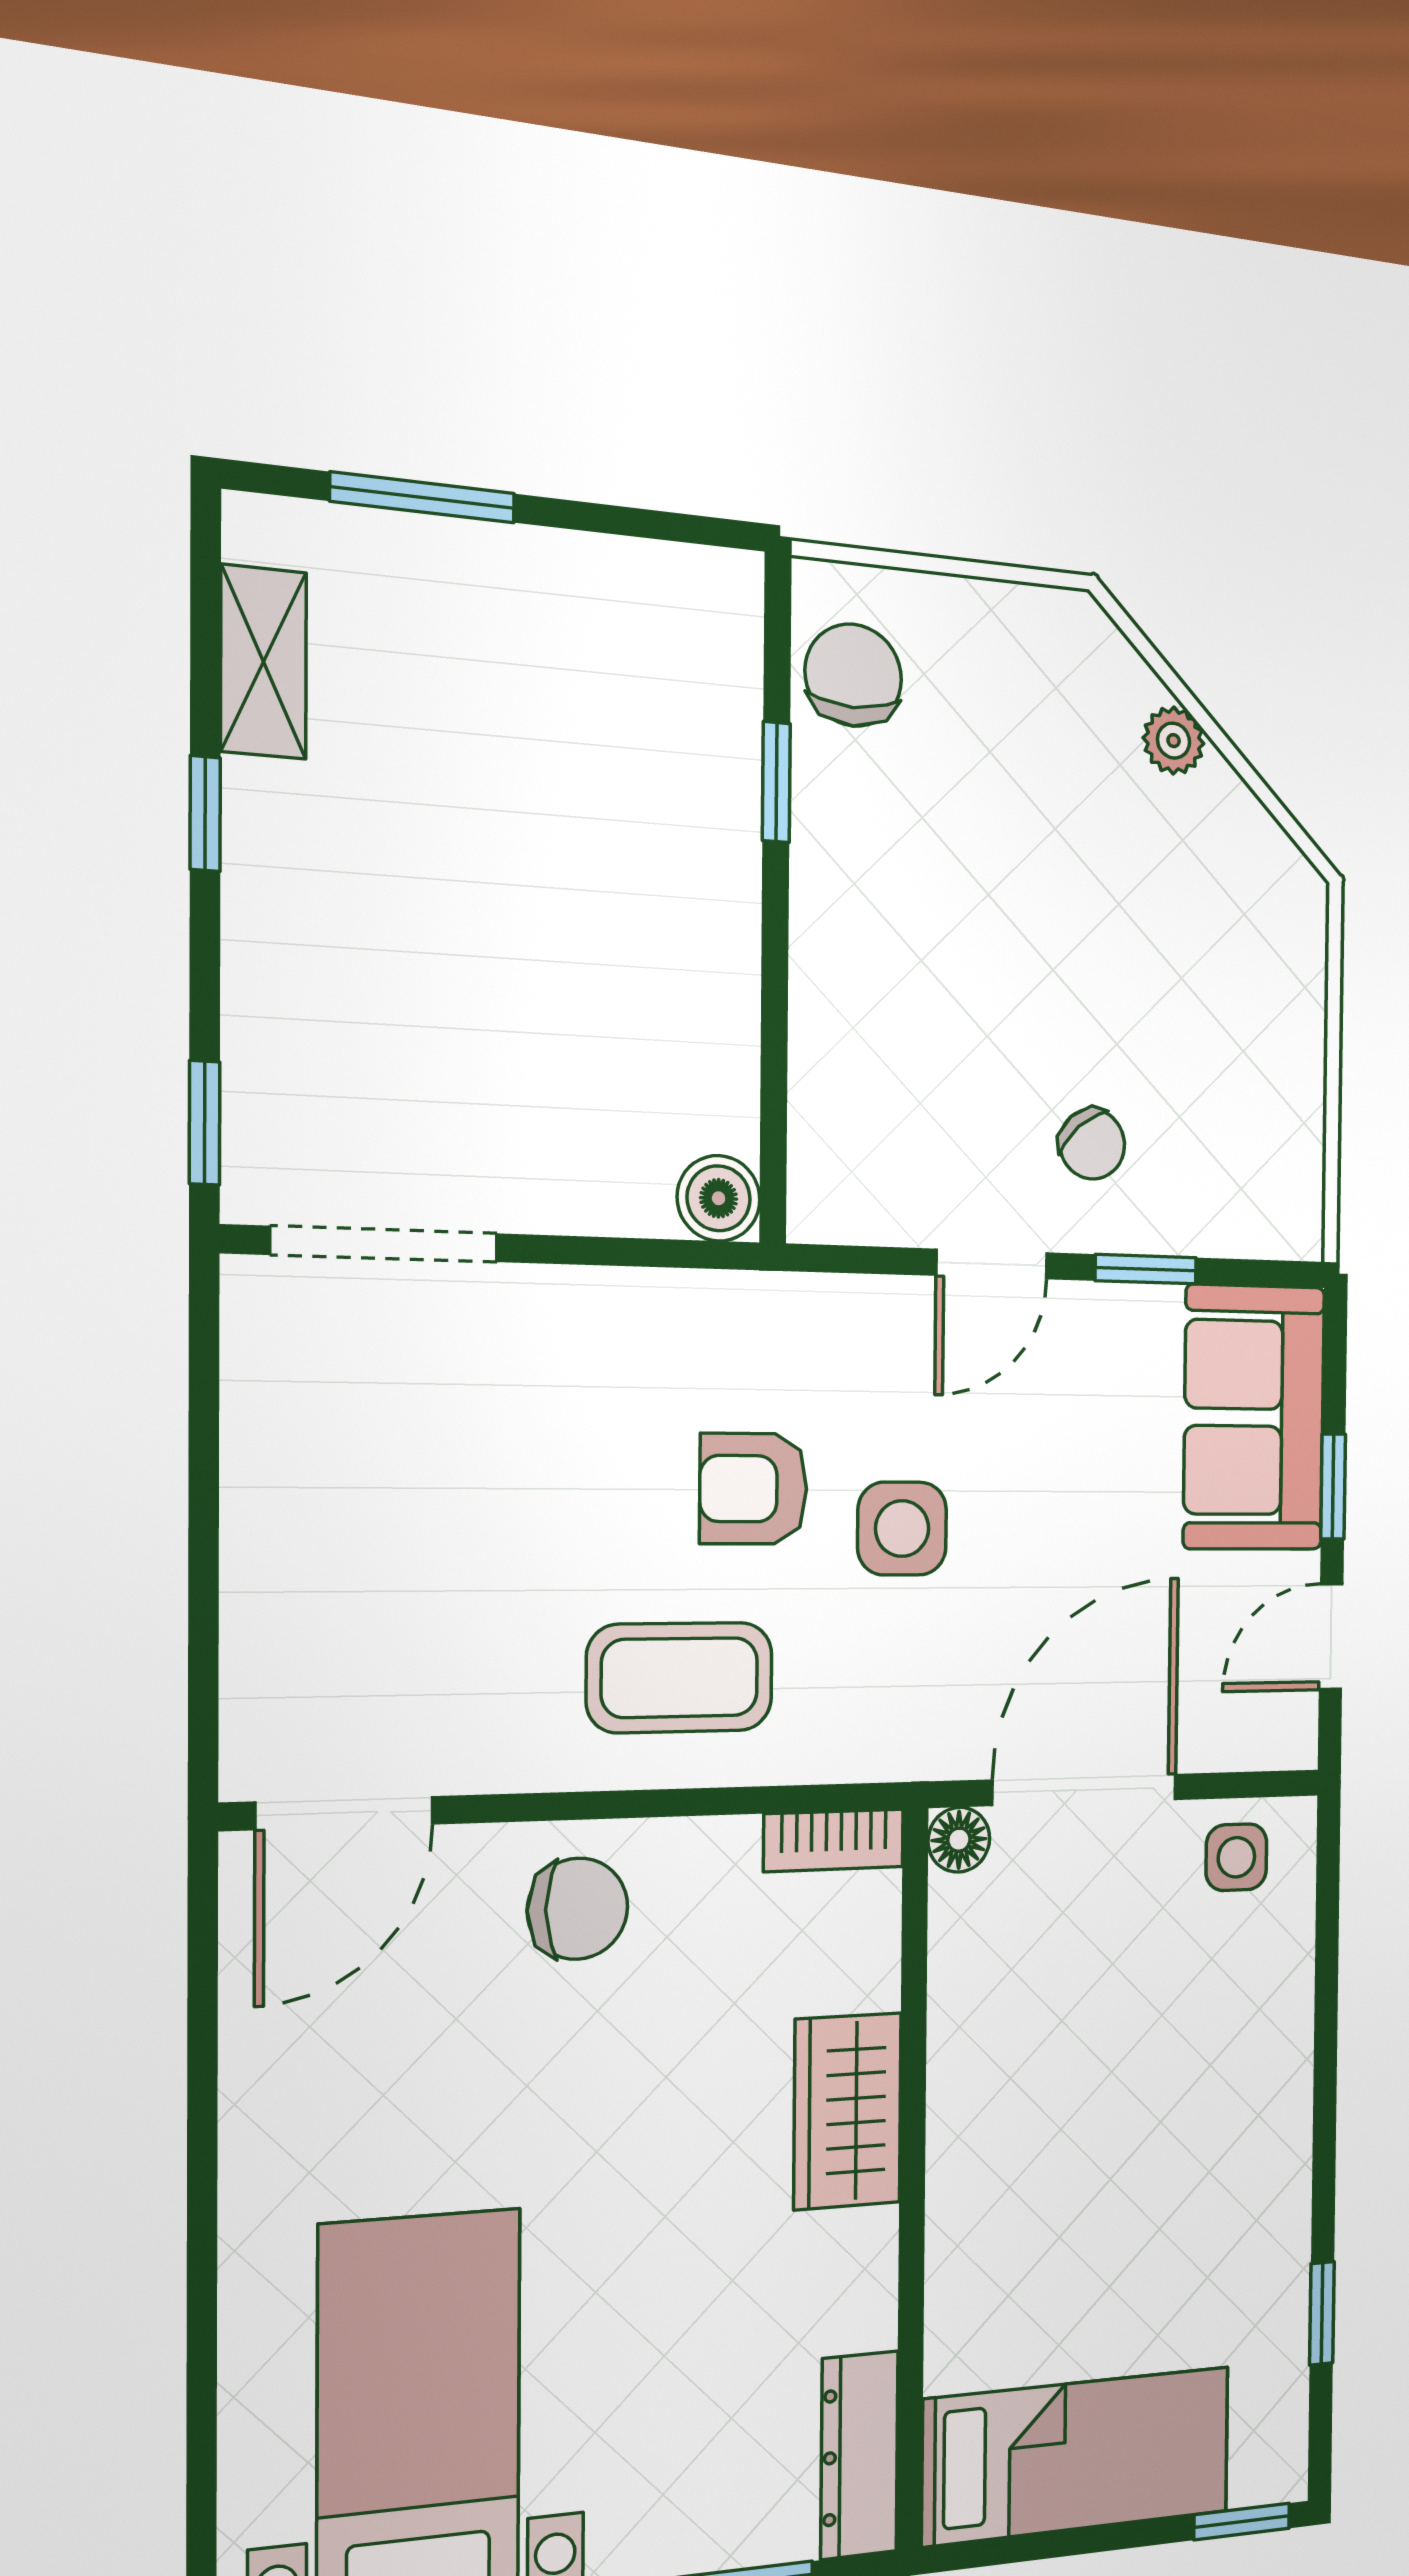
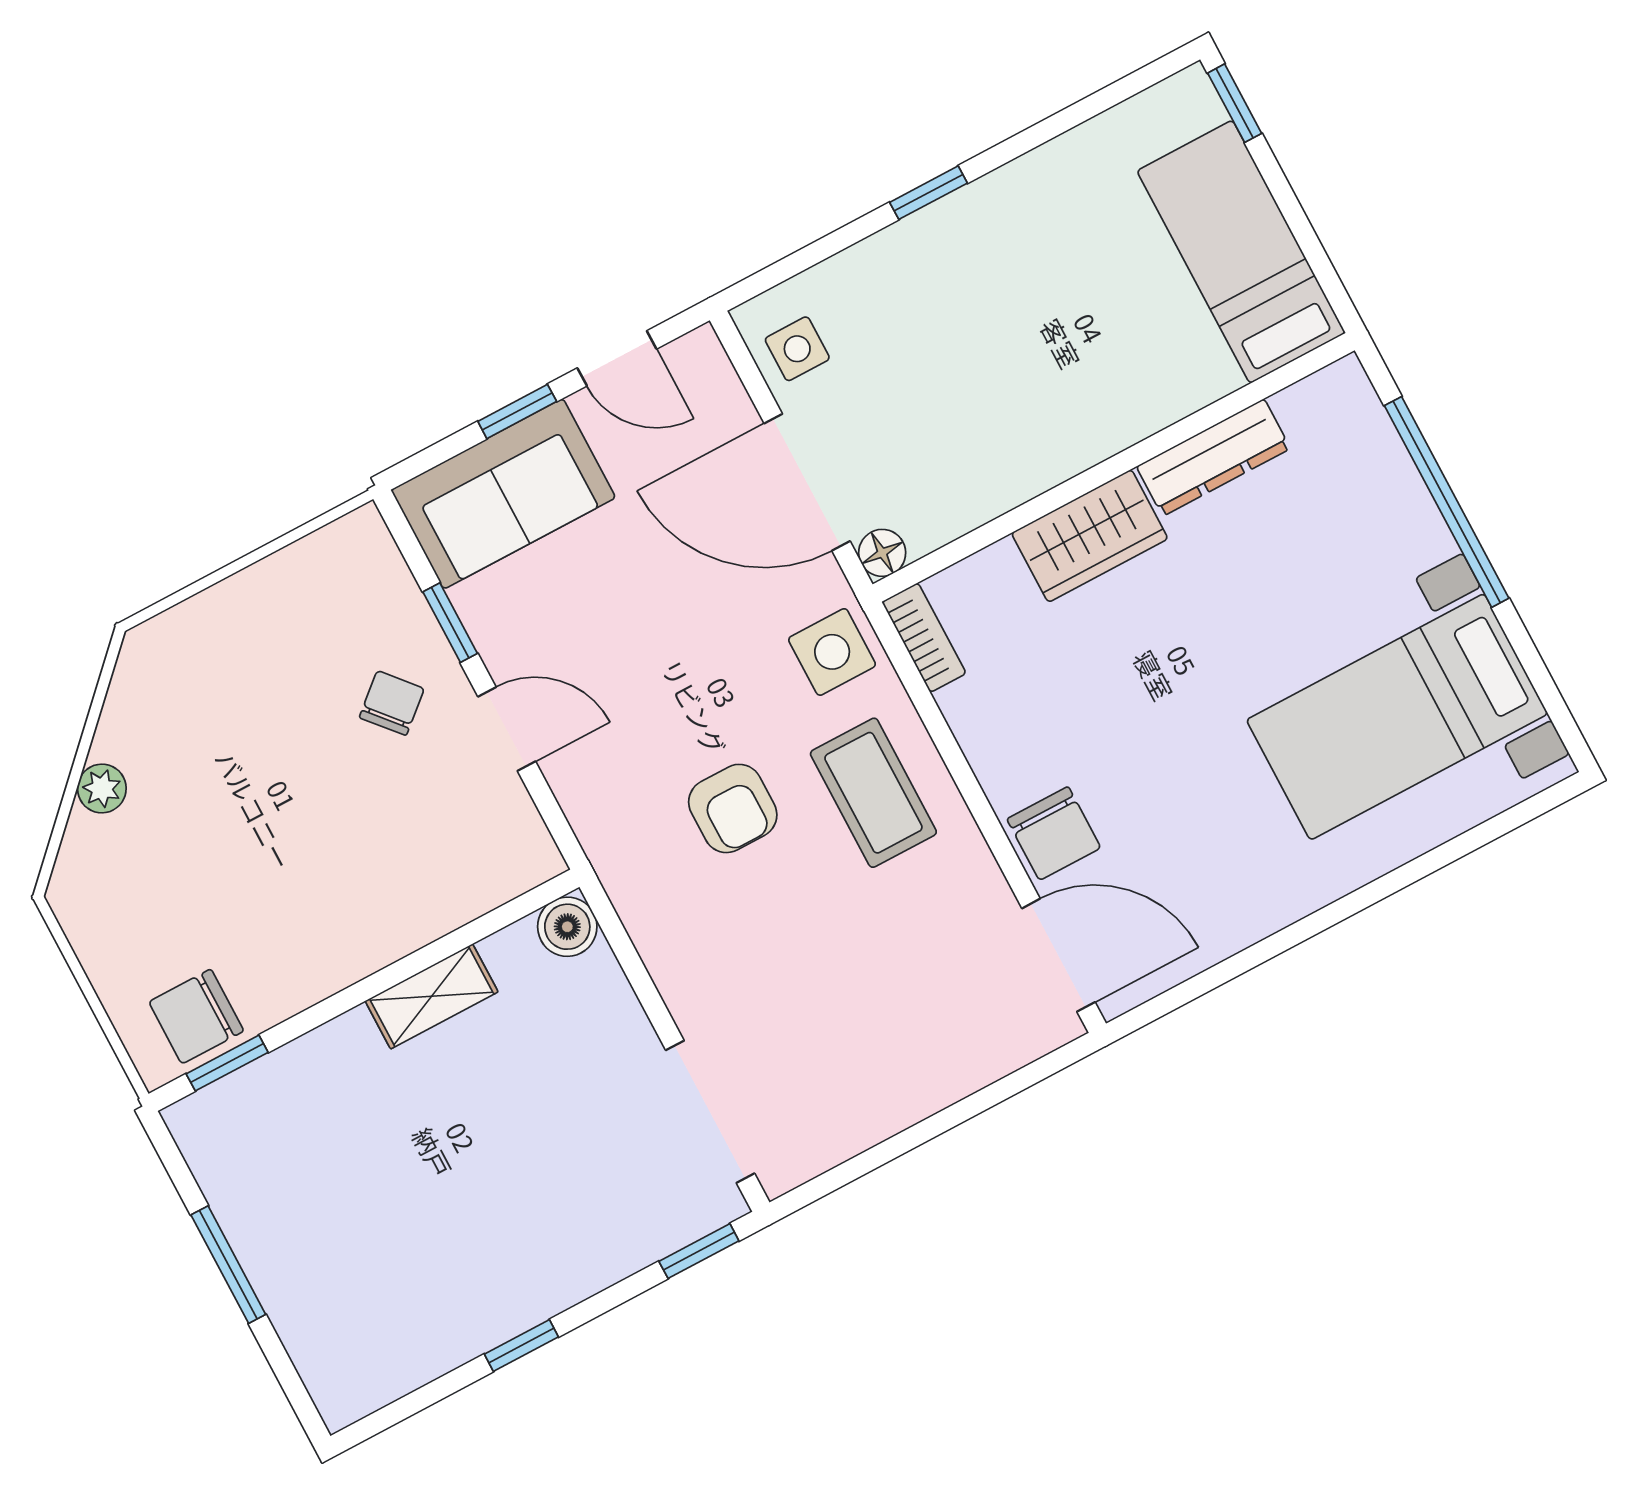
window: (423, 497) -> (228, 1265), moved
shelving: (264, 662) -> (432, 996), moved
window: (776, 782) -> (227, 1063), moved
side table: (902, 1529) -> (832, 652), moved
chair: (578, 1909) -> (1054, 833), moved, turned 180
window: (1322, 2313) -> (928, 193), moved
dresser: (859, 2455) -> (1213, 457), moved

